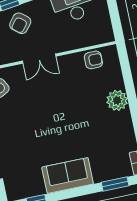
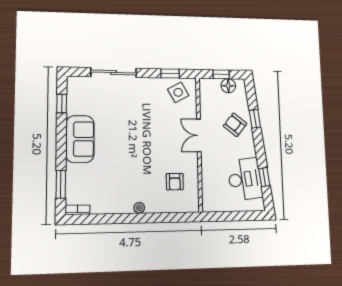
armchair: (93, 60) -> (175, 182), moved
plant: (117, 100) -> (139, 208), width x0.53, depth x0.53

